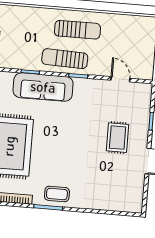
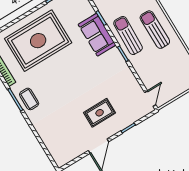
sun lounger: (77, 30) -> (155, 30), turned 180
door: (120, 79) -> (150, 99), moved
sofa: (43, 87) -> (97, 35), width x0.73

